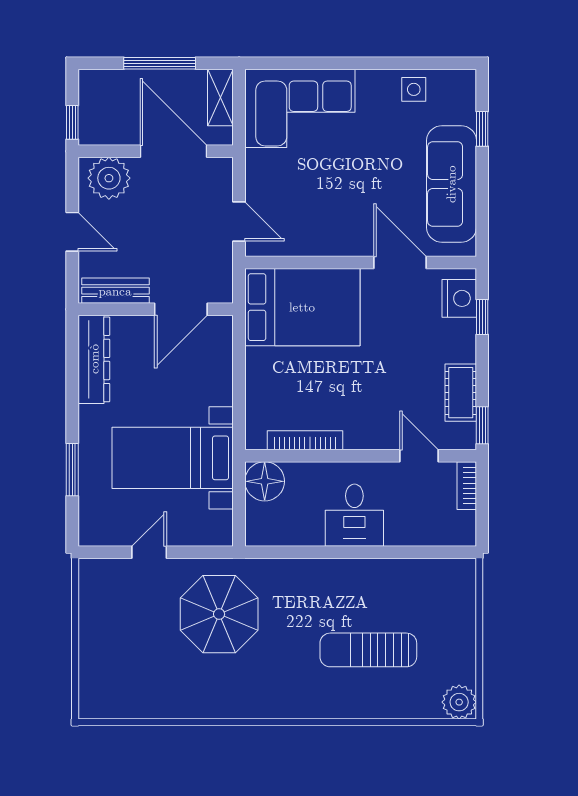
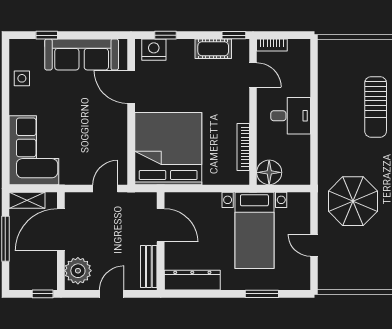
door: (400, 262) -> (131, 87), hinge flipped
bed: (302, 307) -> (168, 149), width x1.36
door: (419, 456) -> (253, 75), swing flipped

